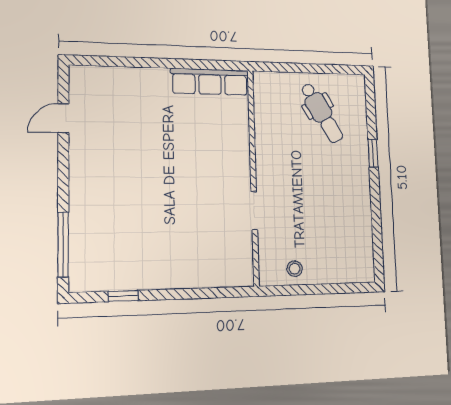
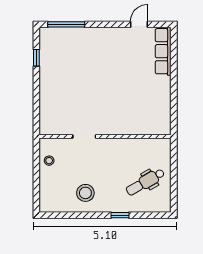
row of seats: (210, 82) -> (163, 51), moved
door: (63, 118) -> (139, 24), hinge flipped
stool: (342, 208) -> (85, 193), added

